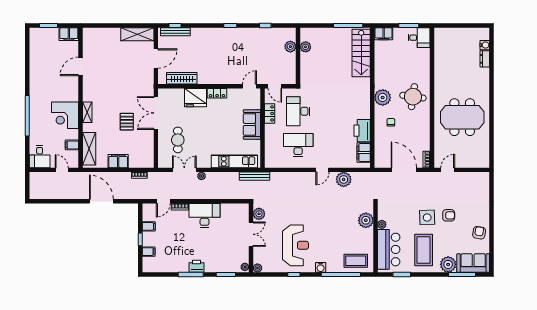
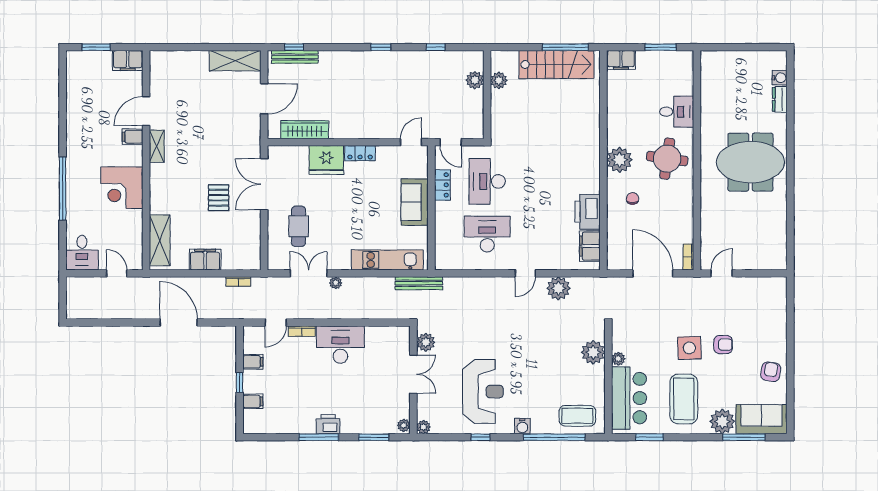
desk: (419, 38) -> (677, 112), moved
stairs: (361, 53) -> (556, 65), moved, turned -90
shelving: (87, 112) -> (157, 146), moved
meeting table: (462, 117) -> (750, 162), moved
filing cabinet: (72, 145) -> (133, 137), moved

